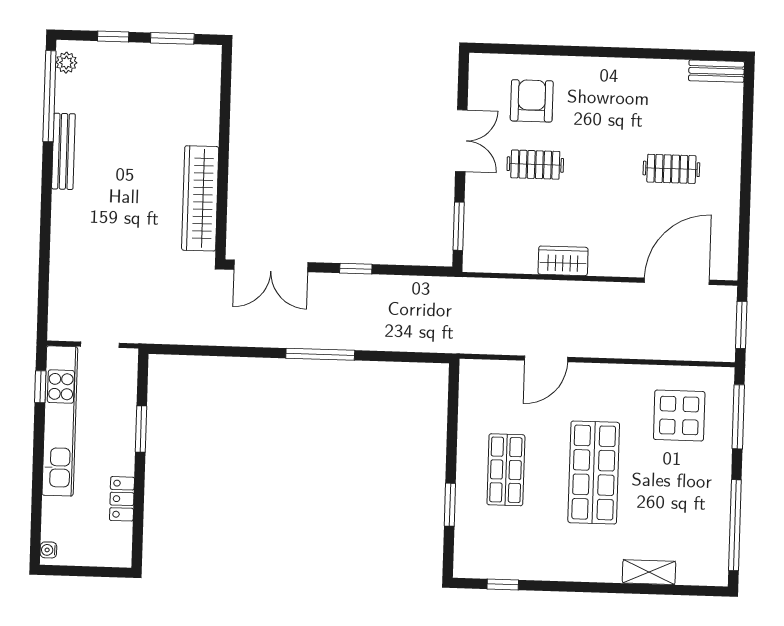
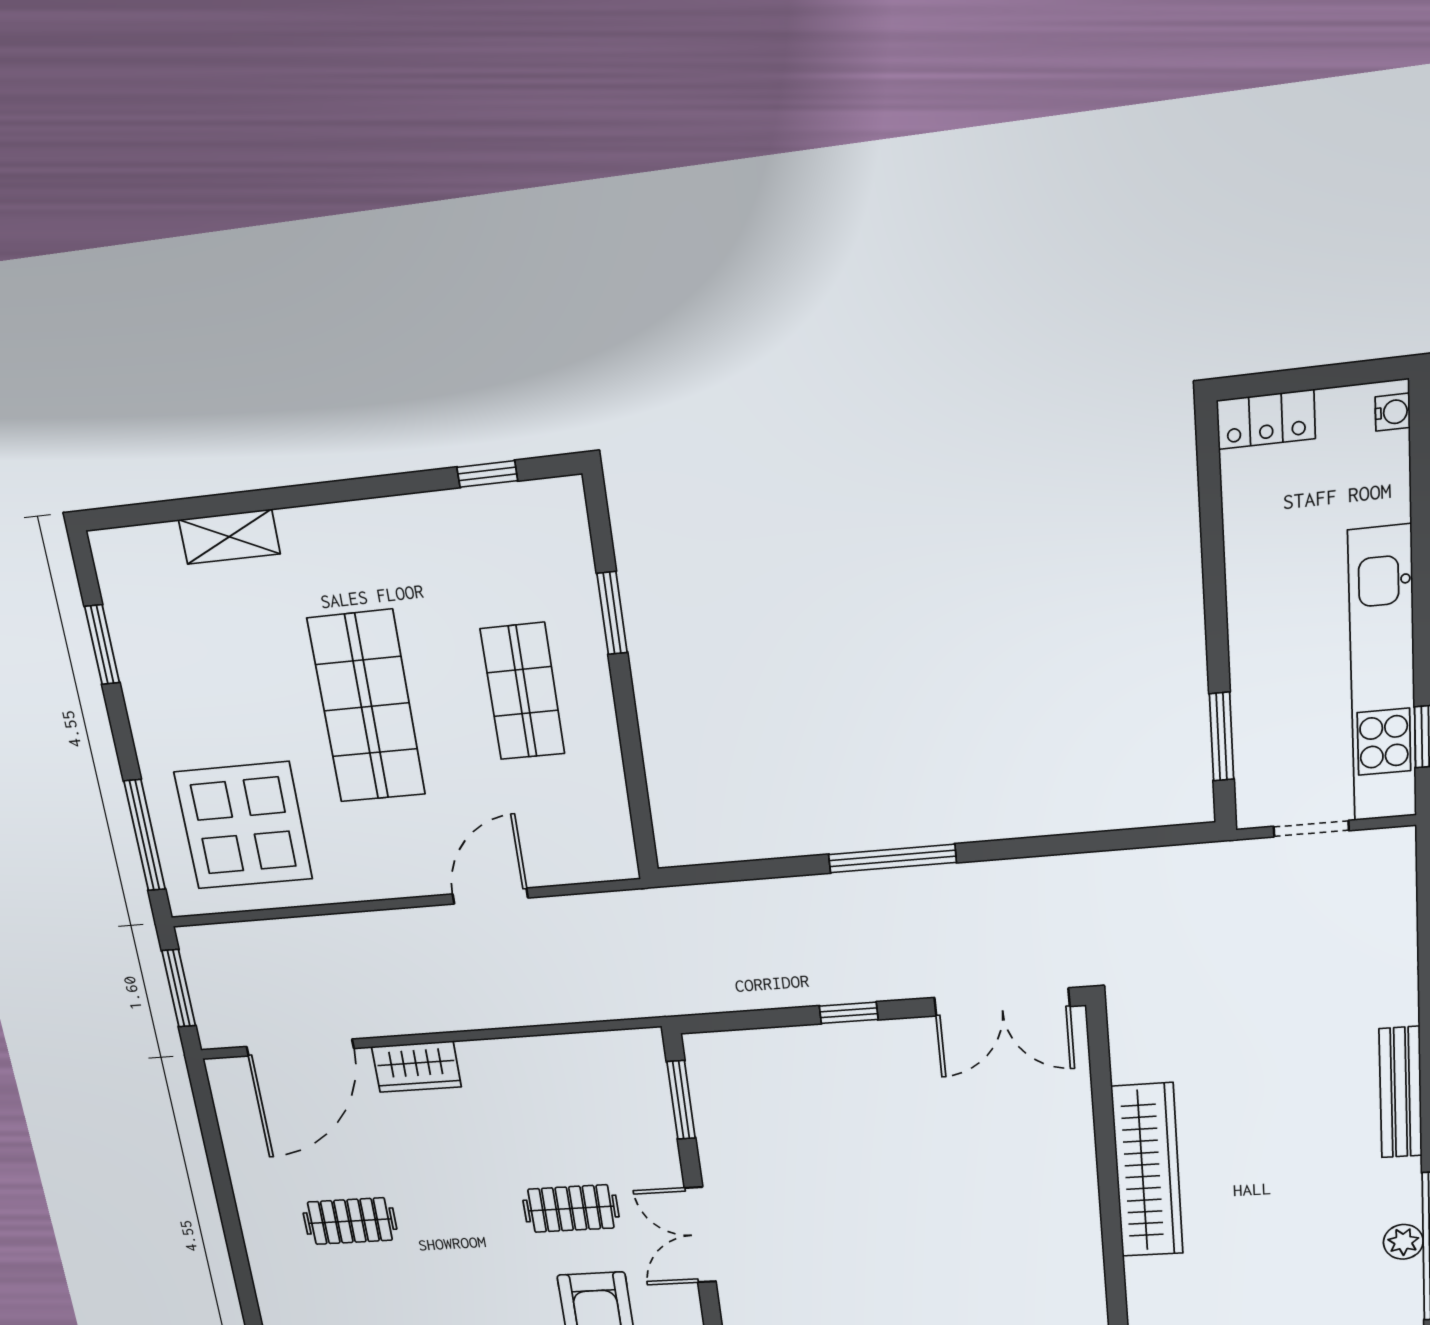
plant: (66, 63) -> (1403, 1242), moved
bench: (63, 151) -> (1401, 1093), moved
wardrobe: (200, 198) -> (1147, 1170), moved
wardrobe: (563, 261) -> (416, 1067), moved
double door: (271, 266) -> (1002, 1002), swing flipped
display table: (679, 415) -> (243, 826), width x1.36, depth x1.36
window: (141, 429) -> (1222, 737), moved
locker: (122, 499) -> (1266, 419), moved, turned 90
window: (735, 525) -> (102, 645), width x0.47

